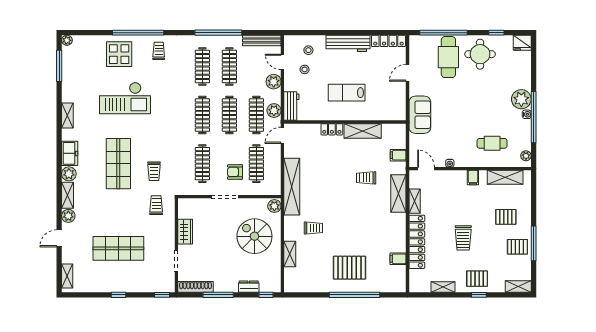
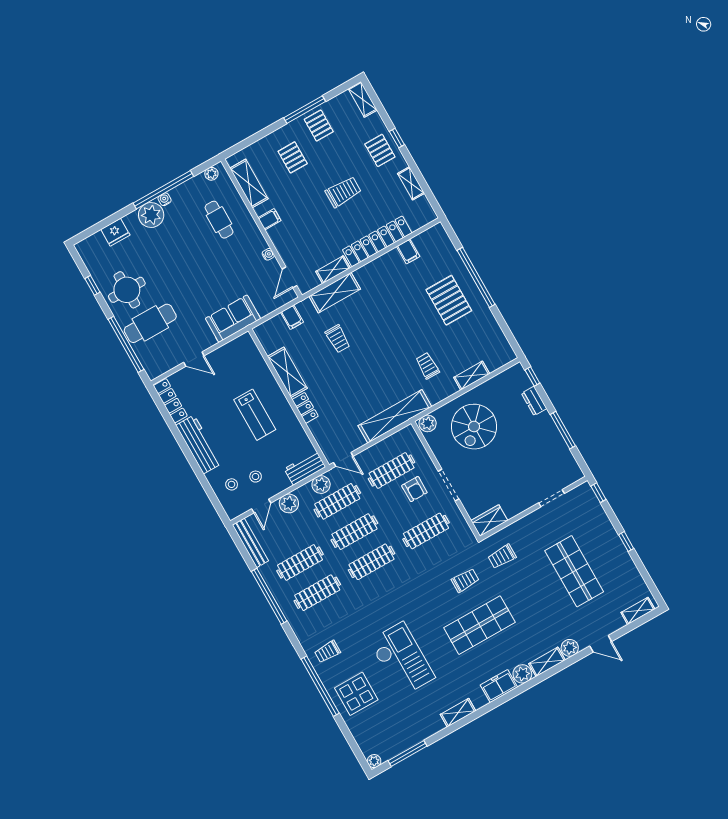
fridge: (522, 43) -> (115, 232), moved, turned 90
wardrobe: (185, 232) -> (489, 521), moved
shoe rack: (196, 287) -> (568, 460), removed

